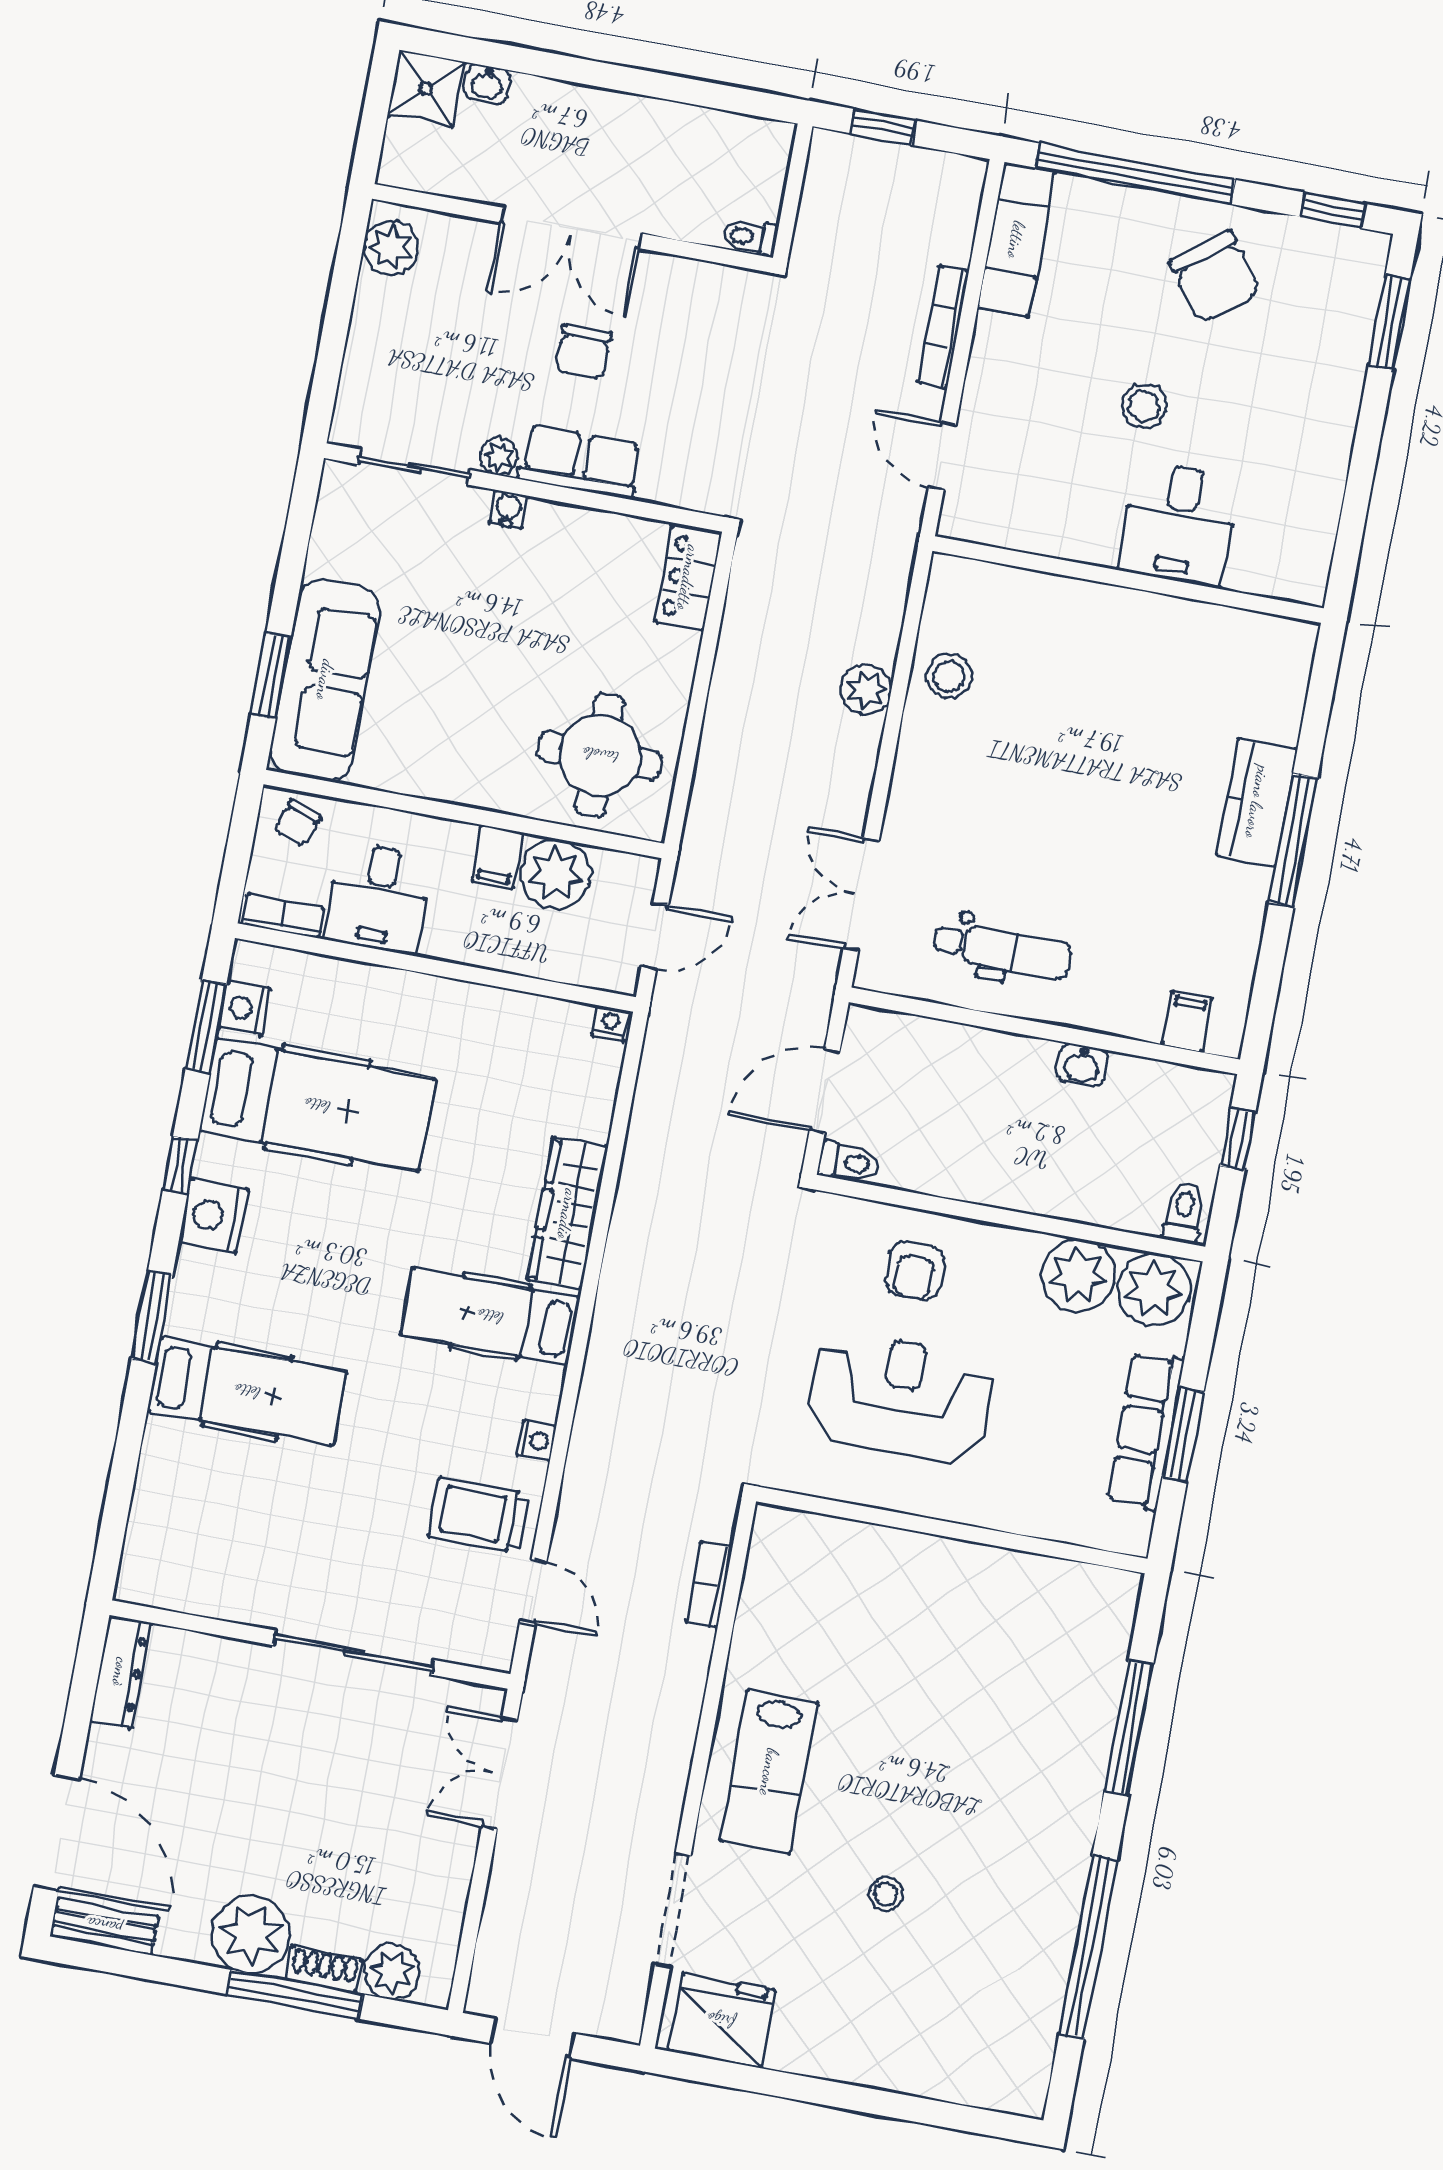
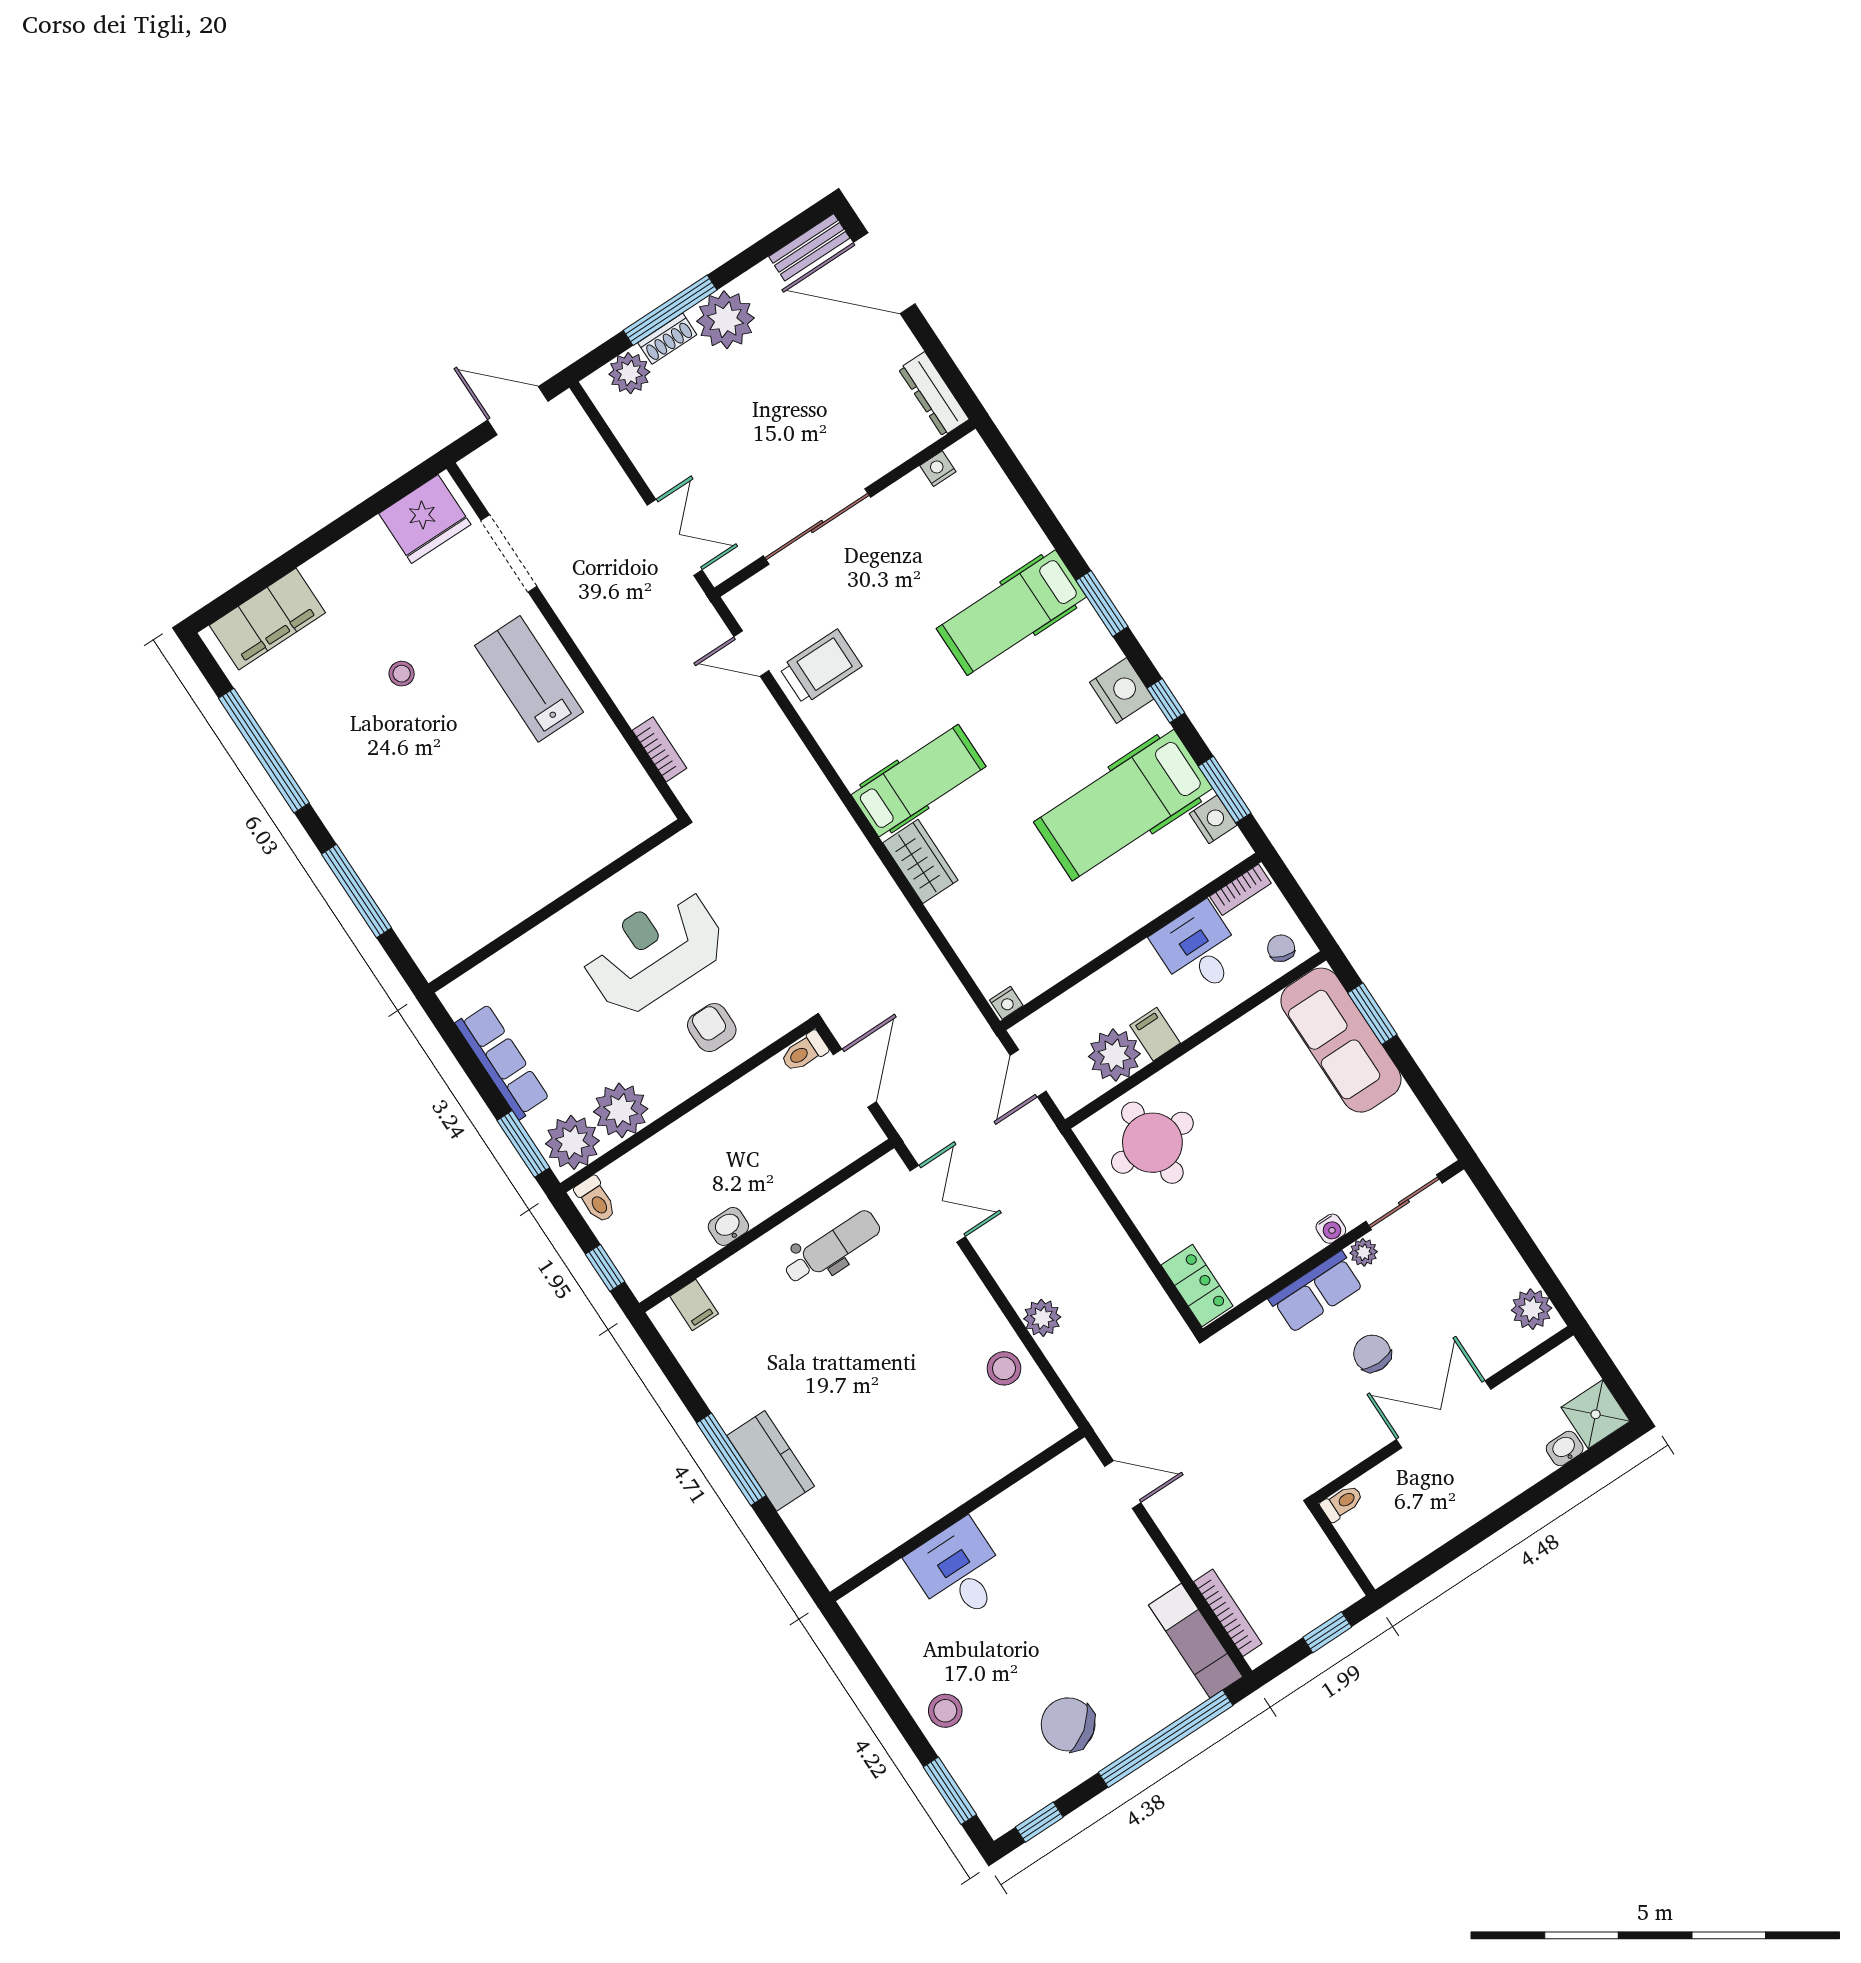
bookcase: (943, 327) -> (1228, 1613), moved
stool: (1144, 406) -> (945, 1711), moved
dental chair: (1002, 950) -> (832, 1247), turned 180
wardrobe: (567, 1214) -> (920, 861), width x0.67
reception desk: (900, 1397) -> (654, 951), turned 180
window: (1183, 1434) -> (523, 1144), moved
nightstand: (537, 1441) -> (938, 469), moved, turned 90
filing cabinet: (964, 2070) -> (267, 619), added

